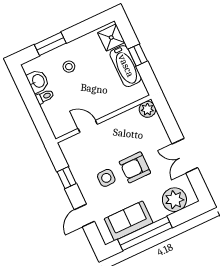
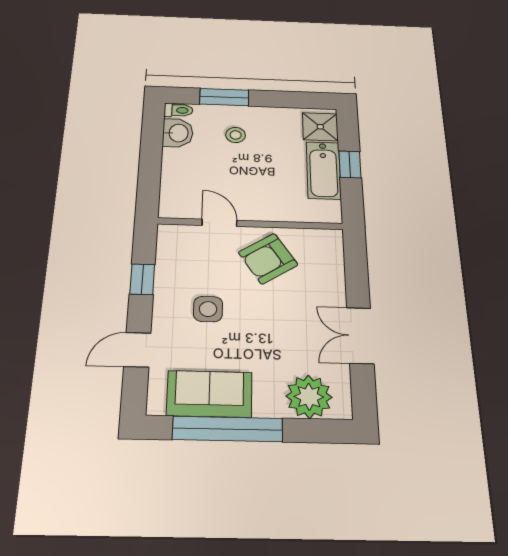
toilet: (45, 97) -> (178, 110), moved
plant: (147, 109) -> (329, 241), removed
armchair: (135, 167) -> (268, 259), moved, turned -33

